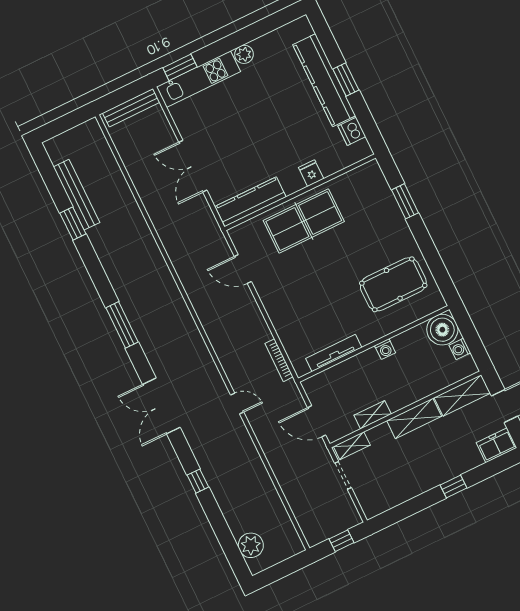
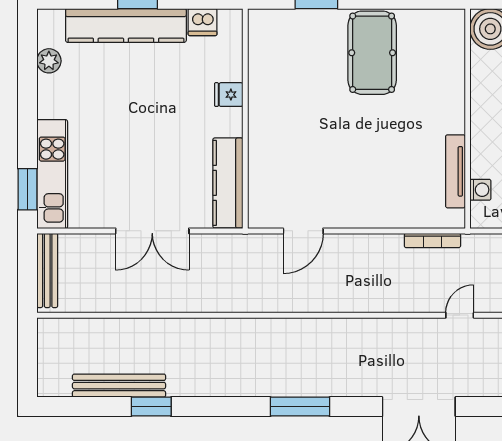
plant: (244, 54) -> (49, 61), moved
table tennis table: (304, 221) -> (281, 131), removed
pool table: (393, 284) -> (372, 53), moved
washing machine: (385, 349) -> (480, 190), moved

